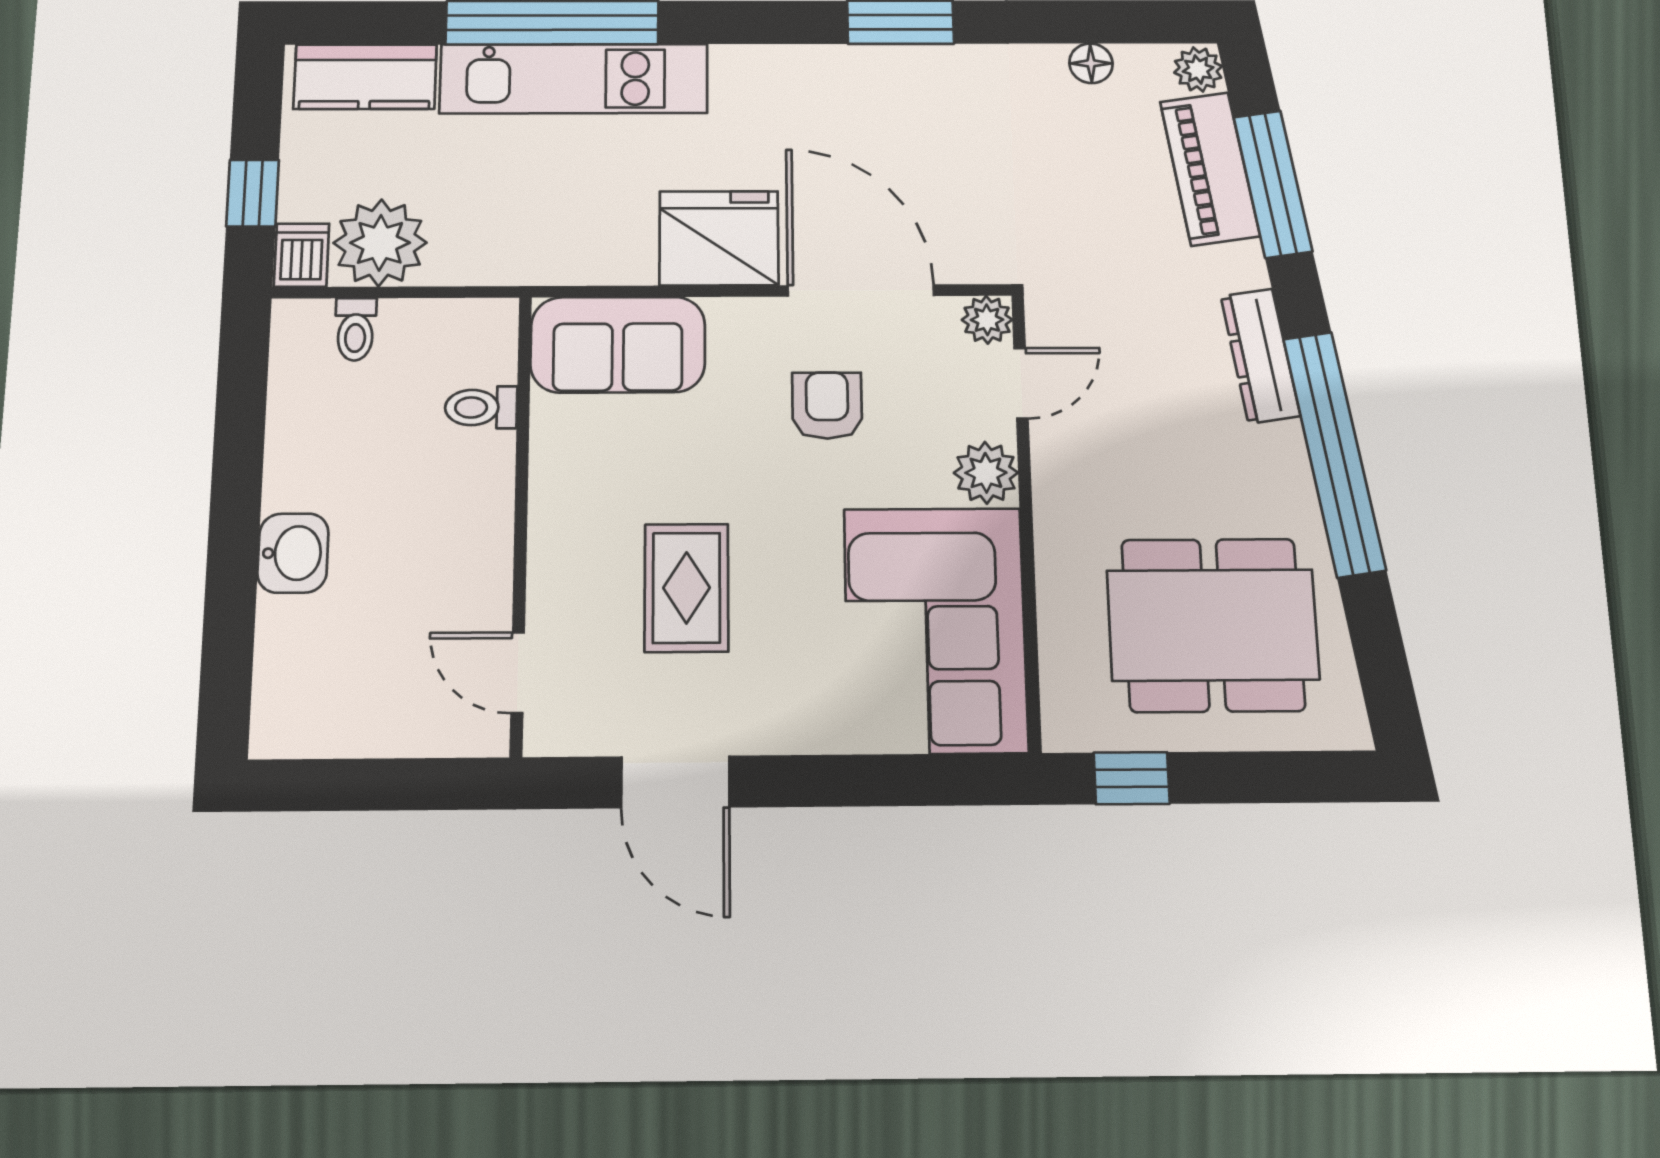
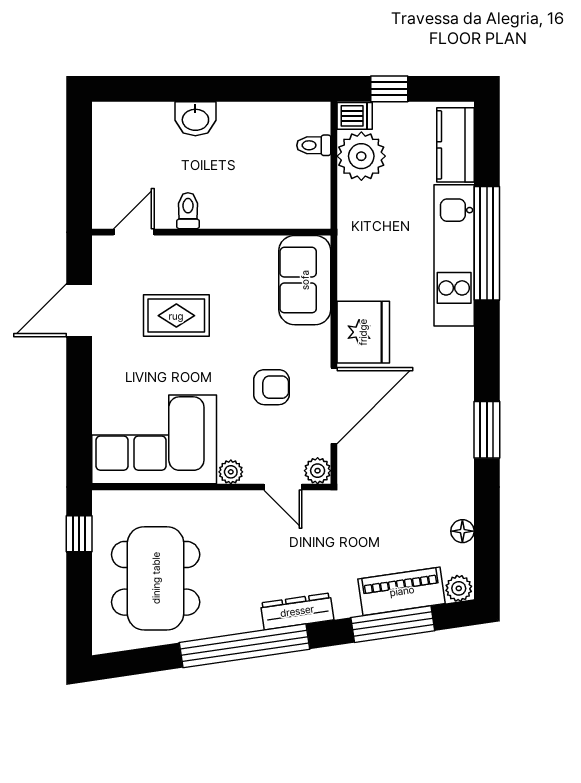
toilet: (481, 407) -> (188, 211), moved
plant: (986, 473) -> (231, 472), width x0.73, depth x0.73

